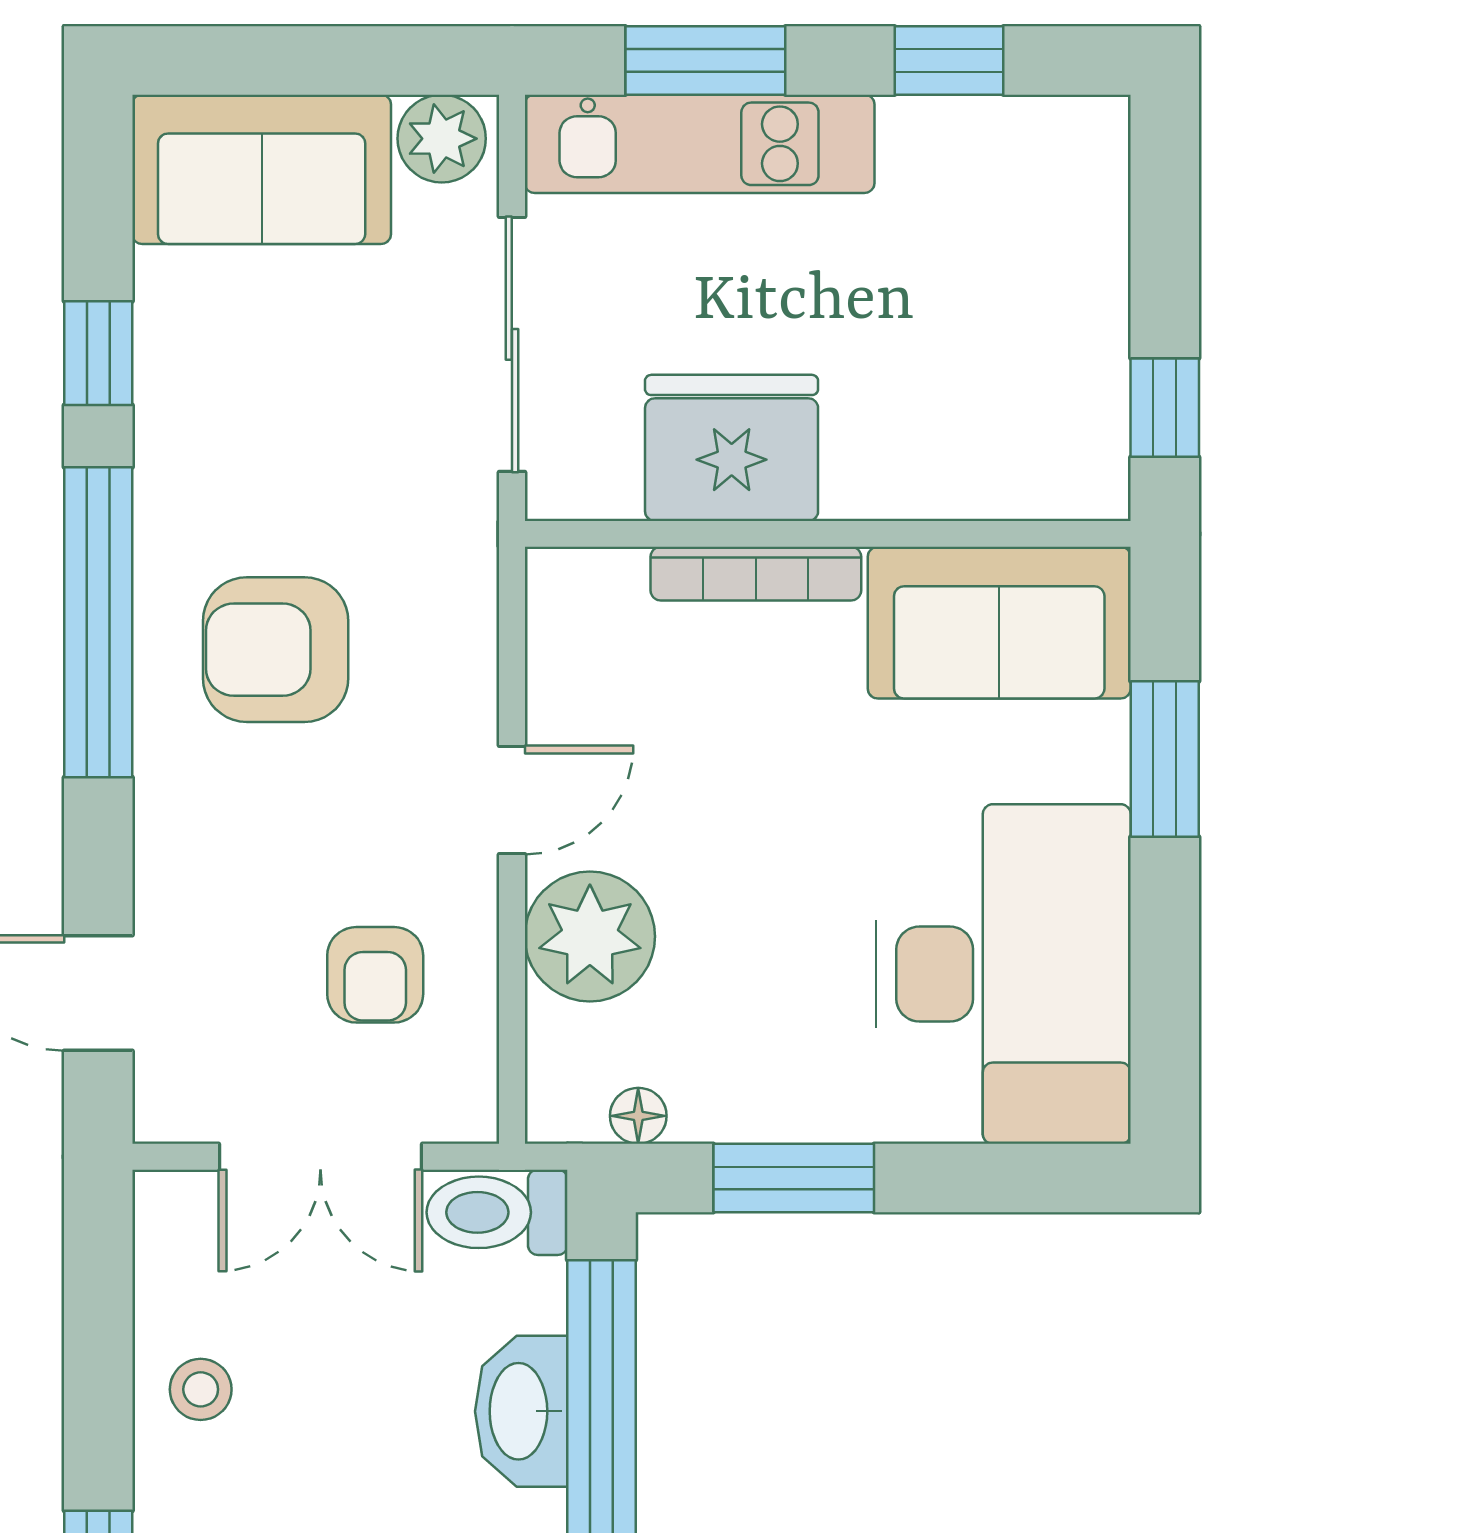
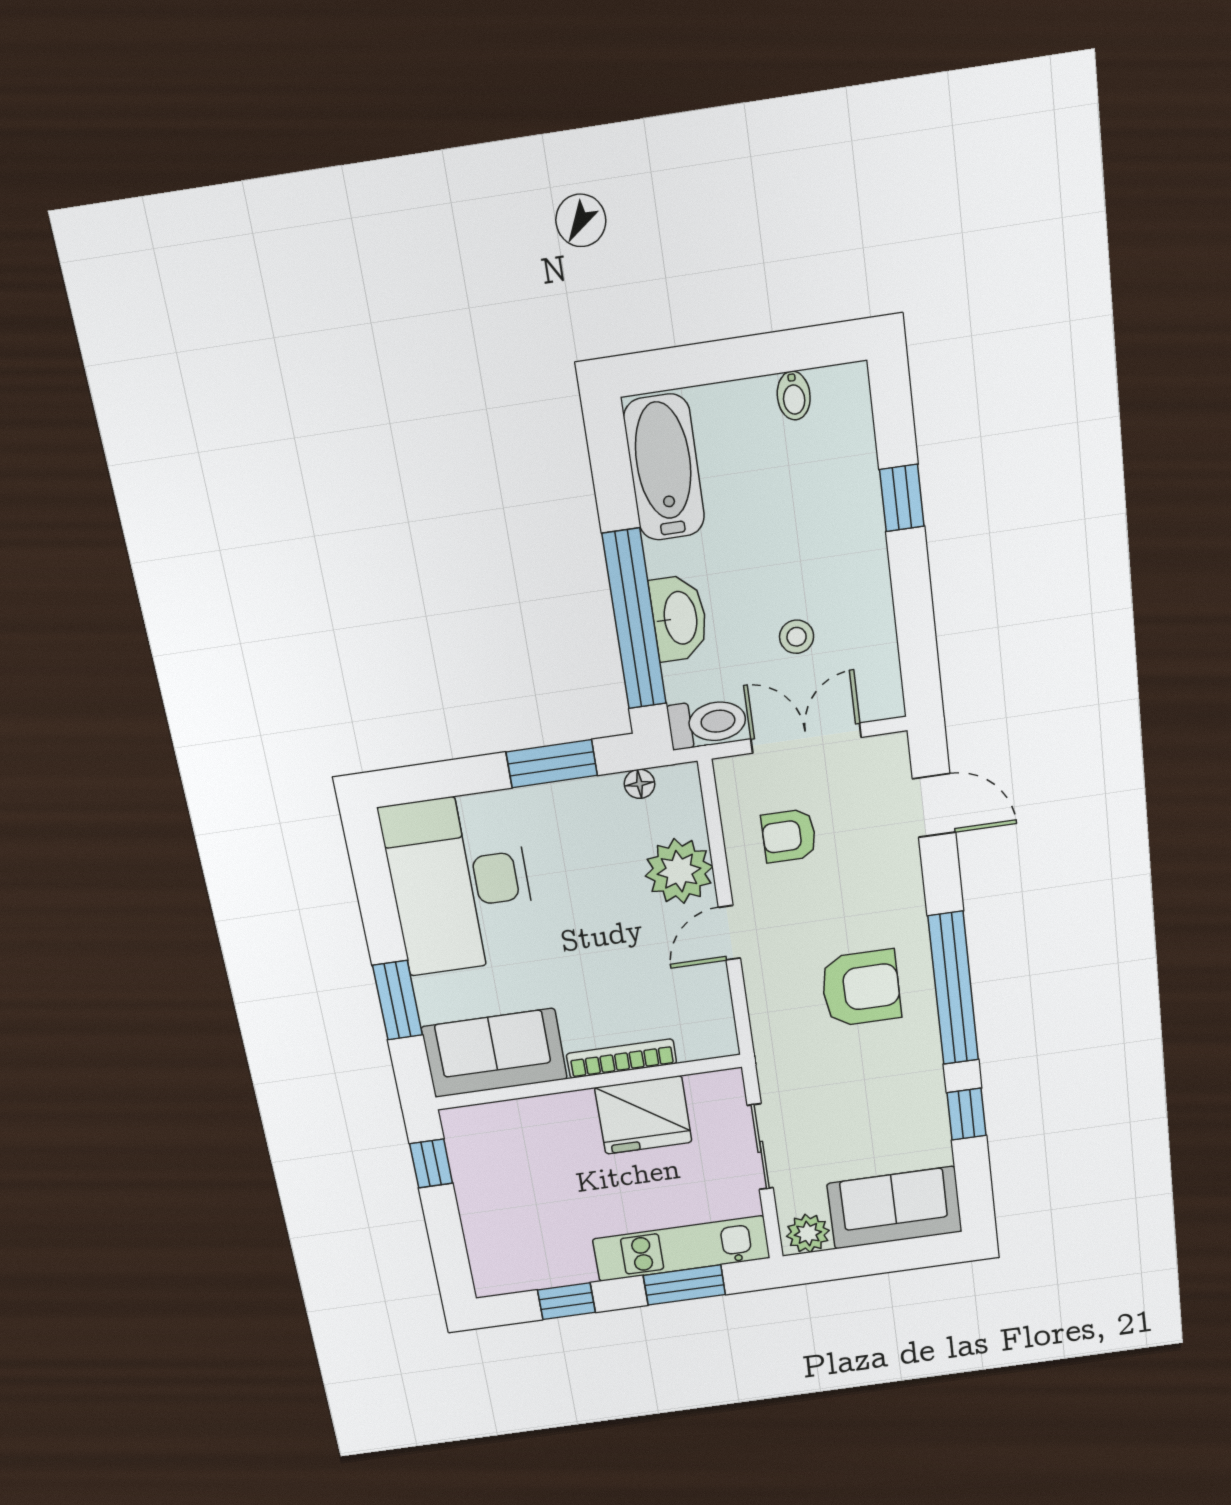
sliding door: (512, 344) -> (760, 1147), width x0.73
armchair: (375, 975) -> (789, 836), turned -90
stool: (201, 1389) -> (797, 637), moved

